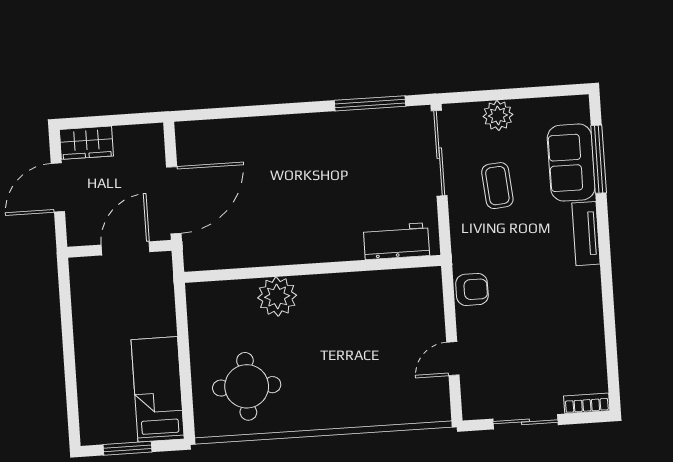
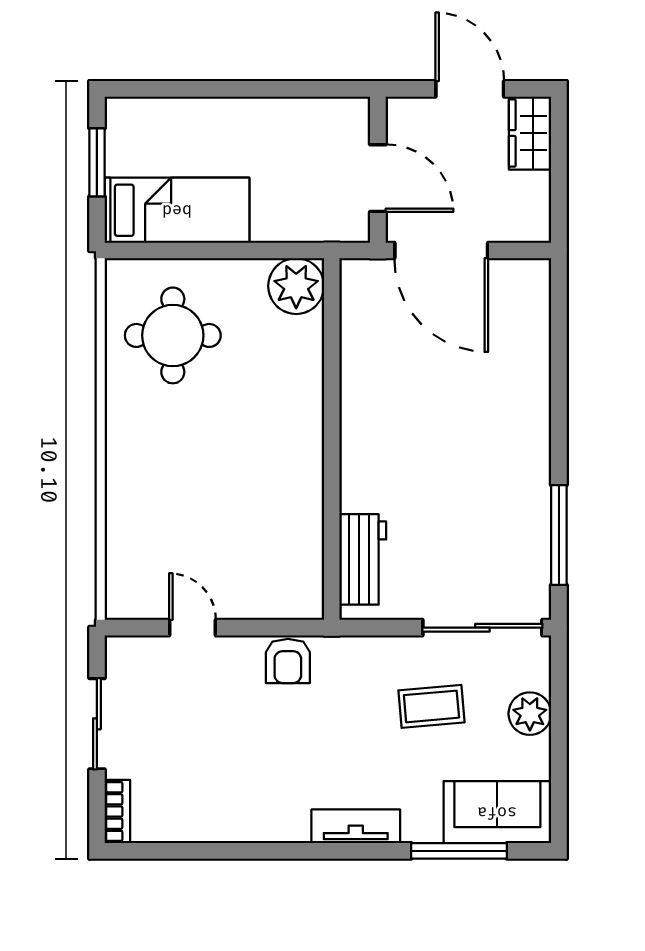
sofa: (571, 163) -> (497, 812), moved
plant: (277, 297) -> (296, 286), moved

